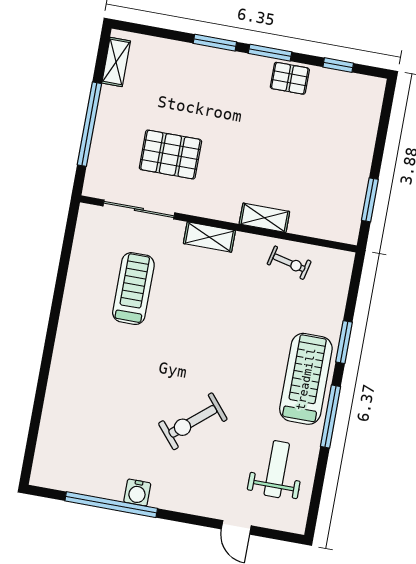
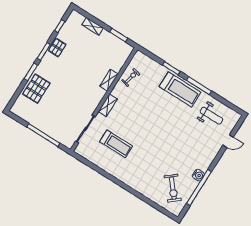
shelving: (116, 62) -> (93, 26), moved
pallet: (170, 155) -> (36, 89), moved
treadmill: (133, 289) -> (116, 144), turned 180
treadmill: (306, 379) -> (180, 89), turned 180
exercise bike: (193, 421) -> (173, 188), moved
weight bench: (277, 469) -> (211, 116), turned 180

